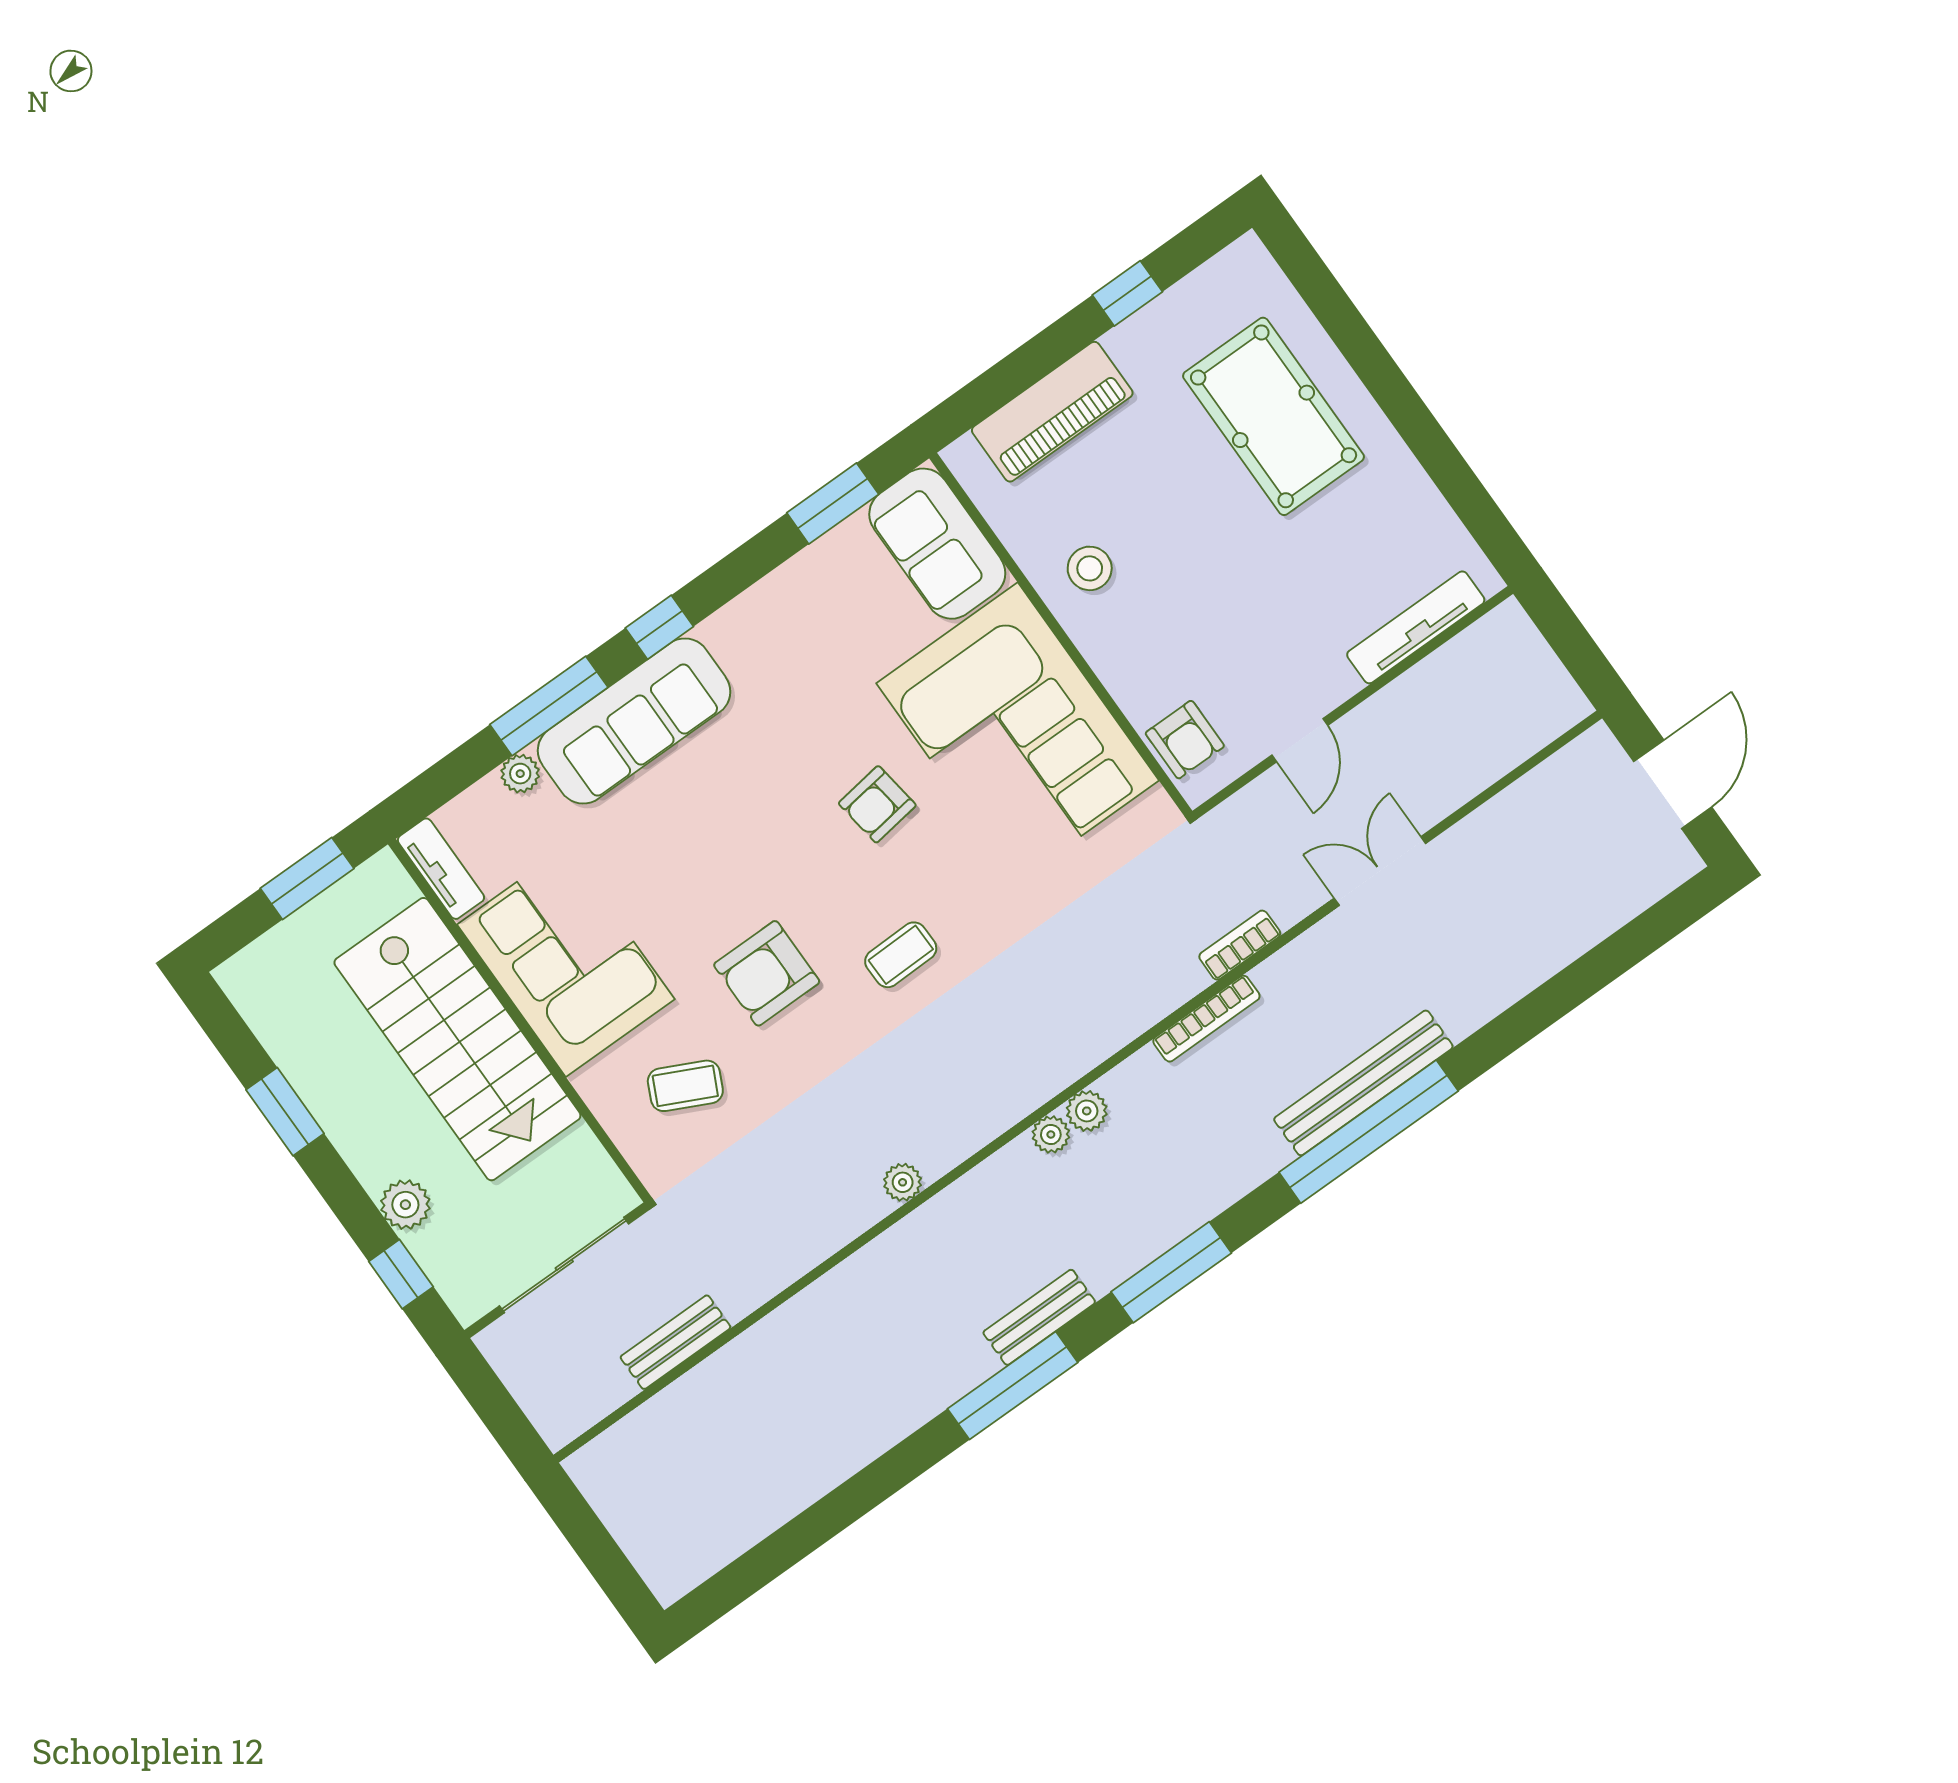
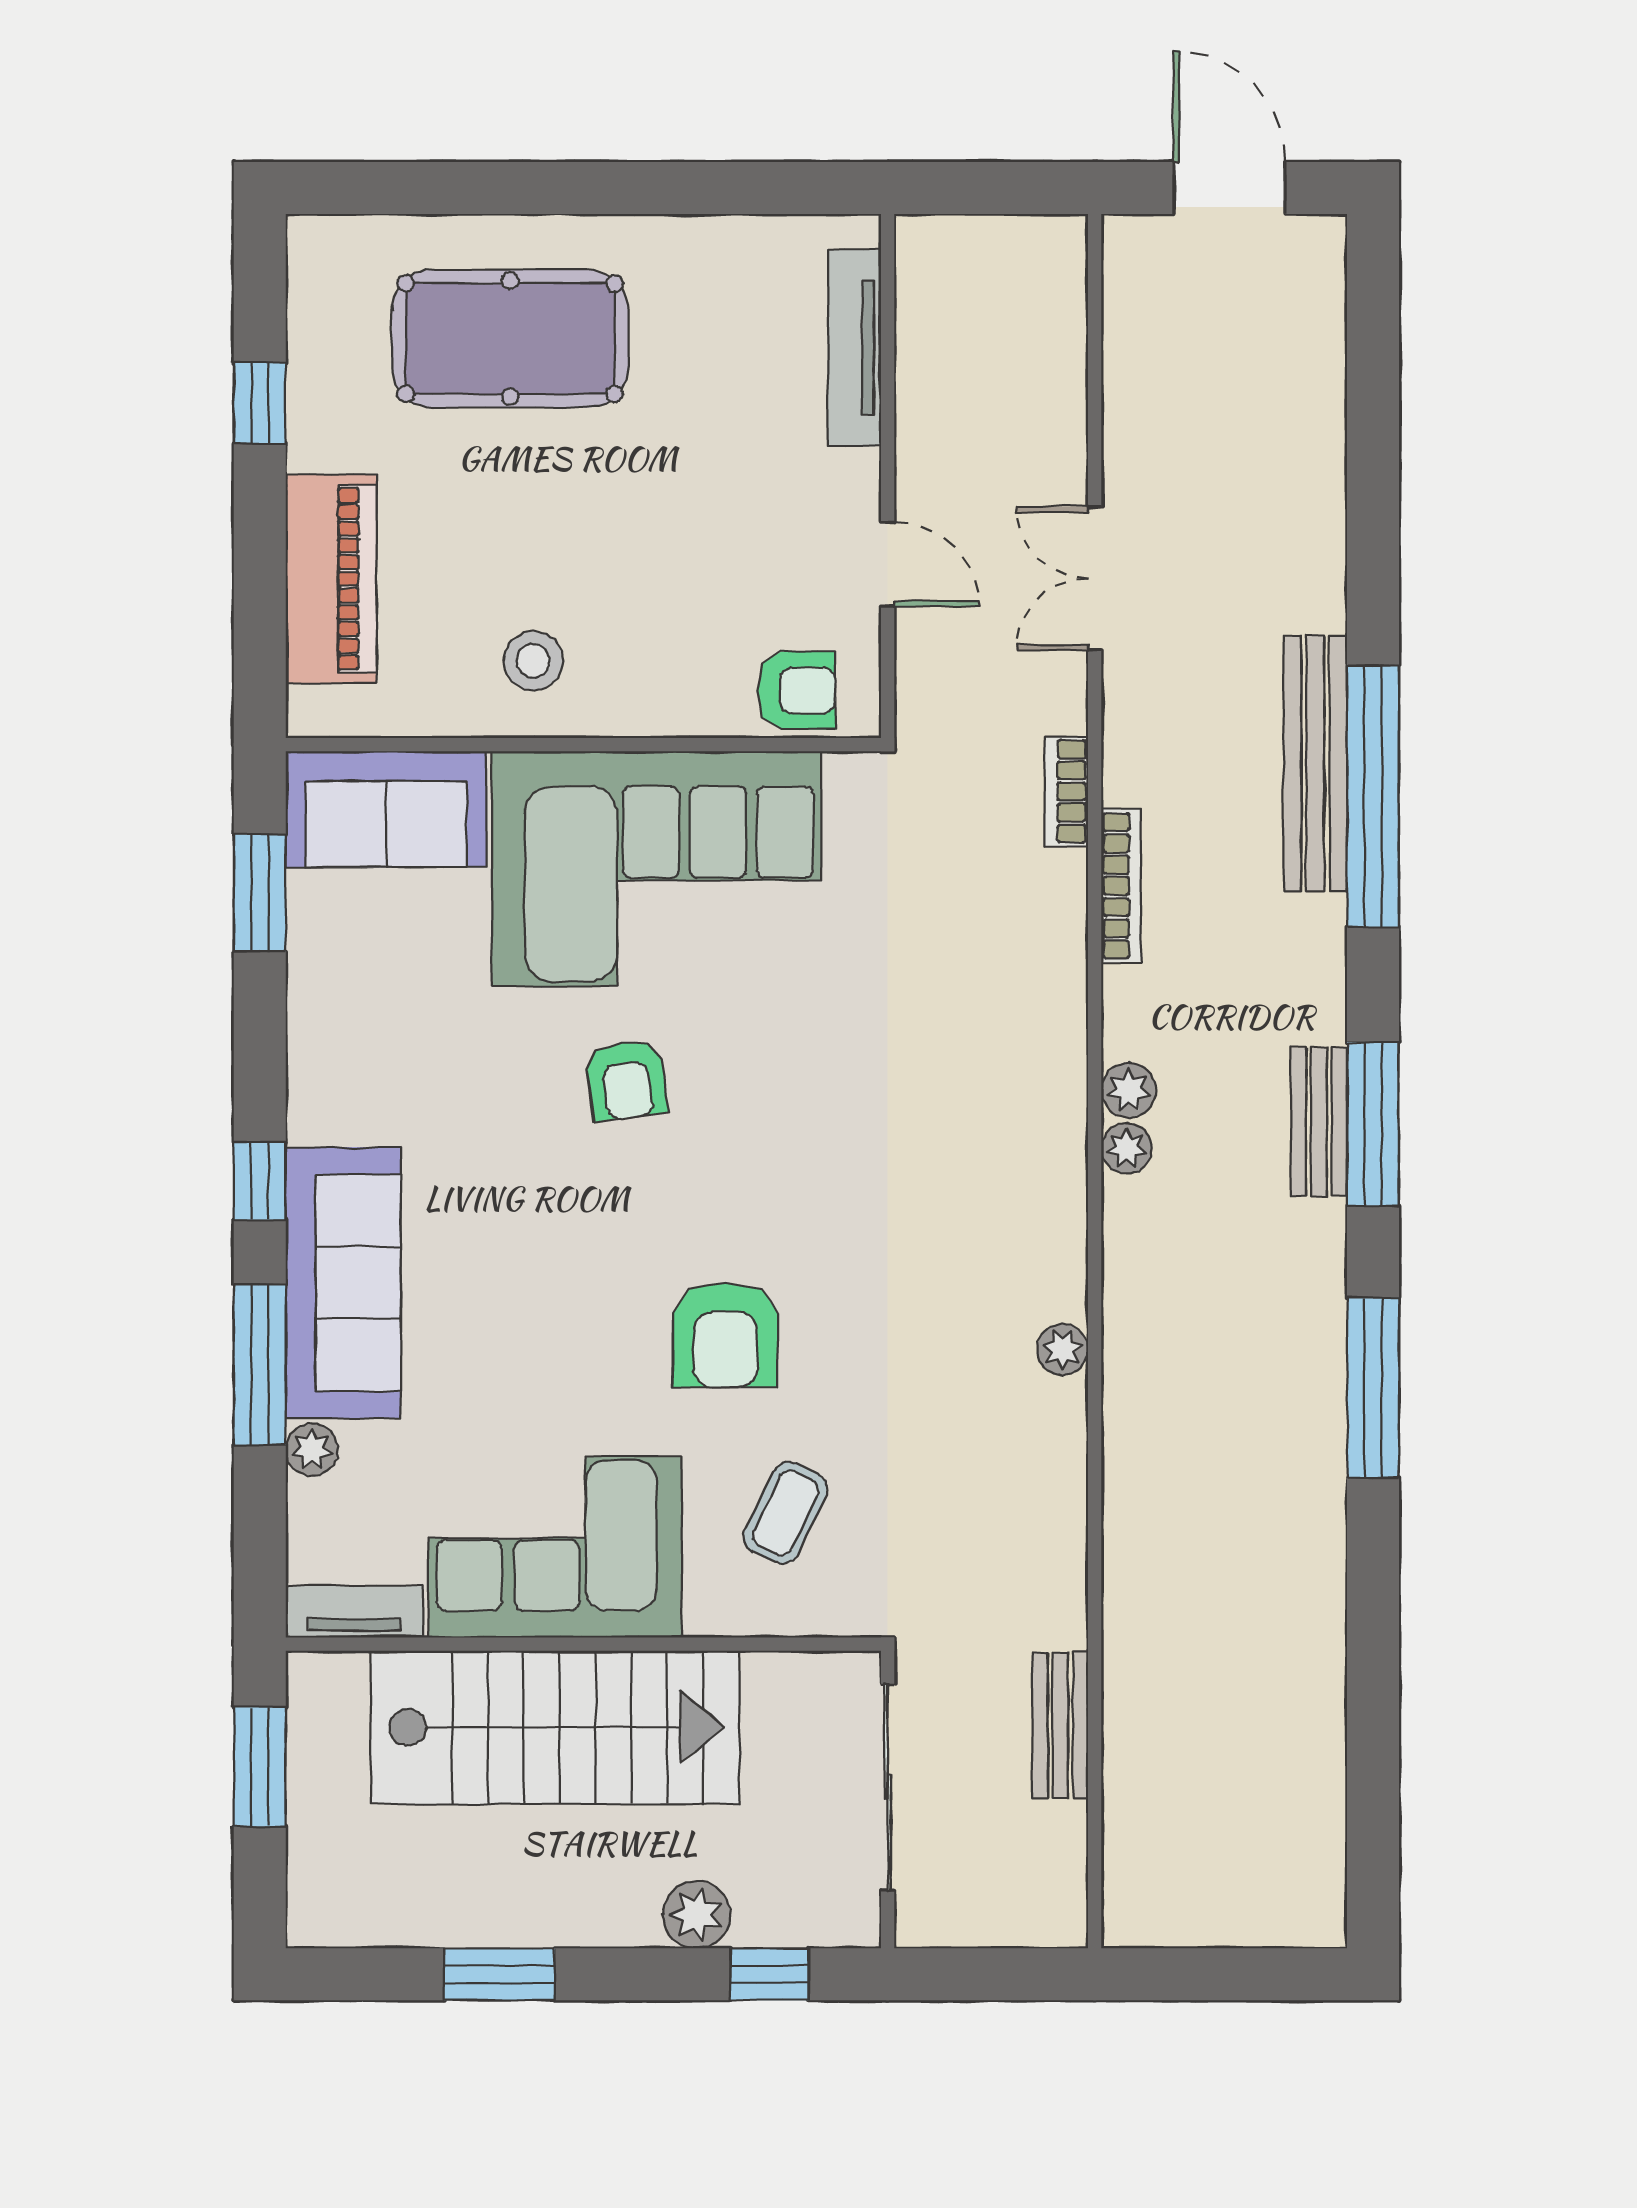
coffee table: (901, 955) -> (810, 1173), removed
bench: (1039, 1317) -> (1319, 1122), moved

